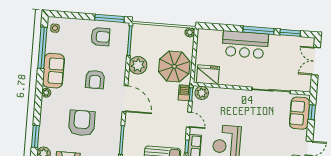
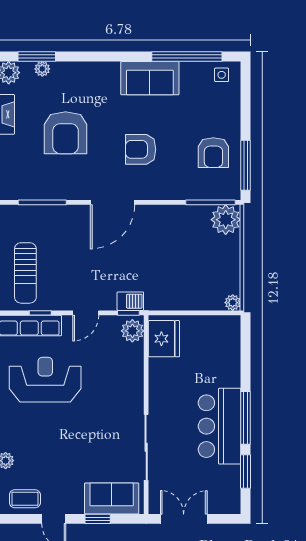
bar counter: (245, 45) -> (220, 426), moved
double door: (316, 61) -> (184, 519), moved
plant: (138, 65) -> (226, 220), moved
parasol: (174, 66) -> (173, 281), removed
plant: (46, 93) -> (42, 69), moved
window: (312, 112) -> (98, 519), moved
armchair: (82, 123) -> (66, 133), turned 90

